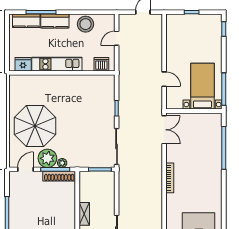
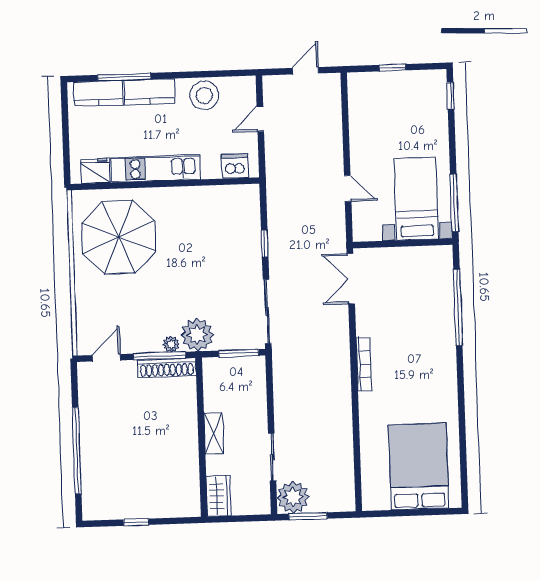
parasol: (35, 126) -> (119, 237), moved
double door: (164, 130) -> (351, 279), swing flipped
plant: (47, 158) -> (197, 335), moved

